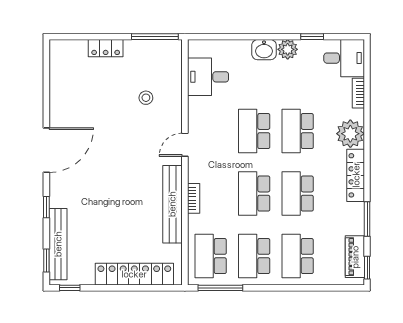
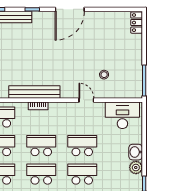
locker: (106, 48) -> (137, 23), moved
desk: (208, 77) -> (122, 115), width x1.37
door: (185, 145) -> (86, 100), moved
door: (46, 150) -> (70, 9), hinge flipped

